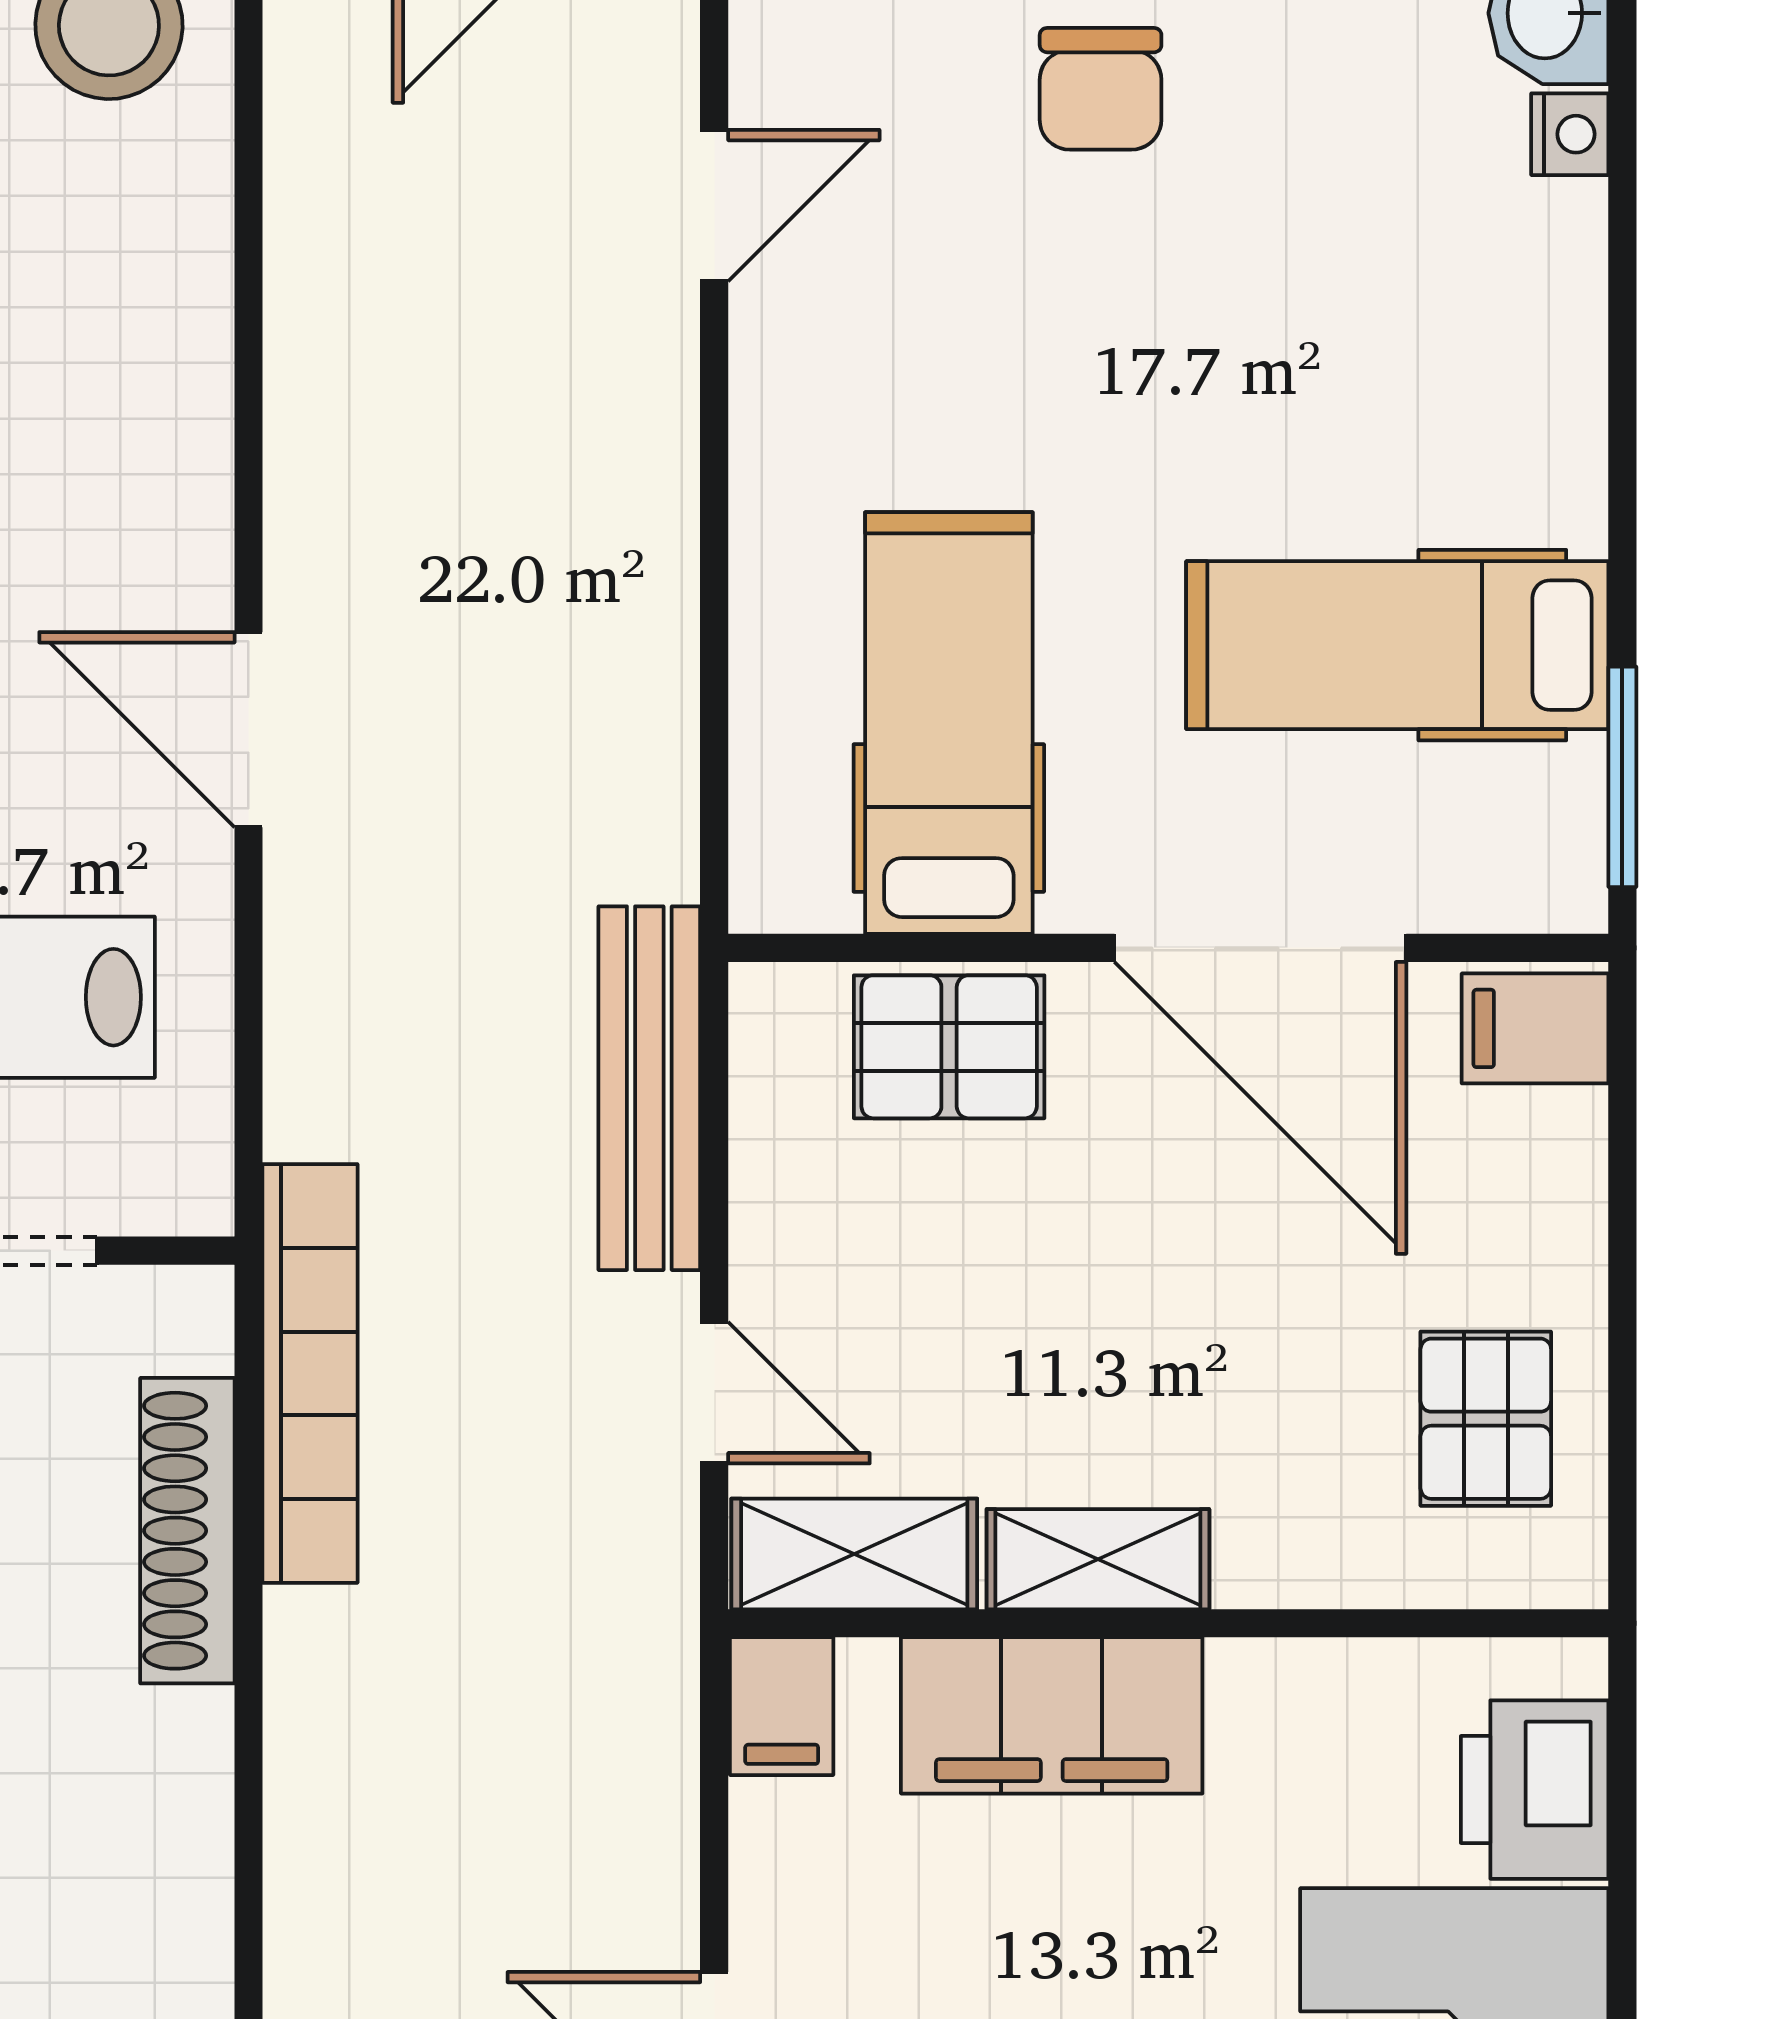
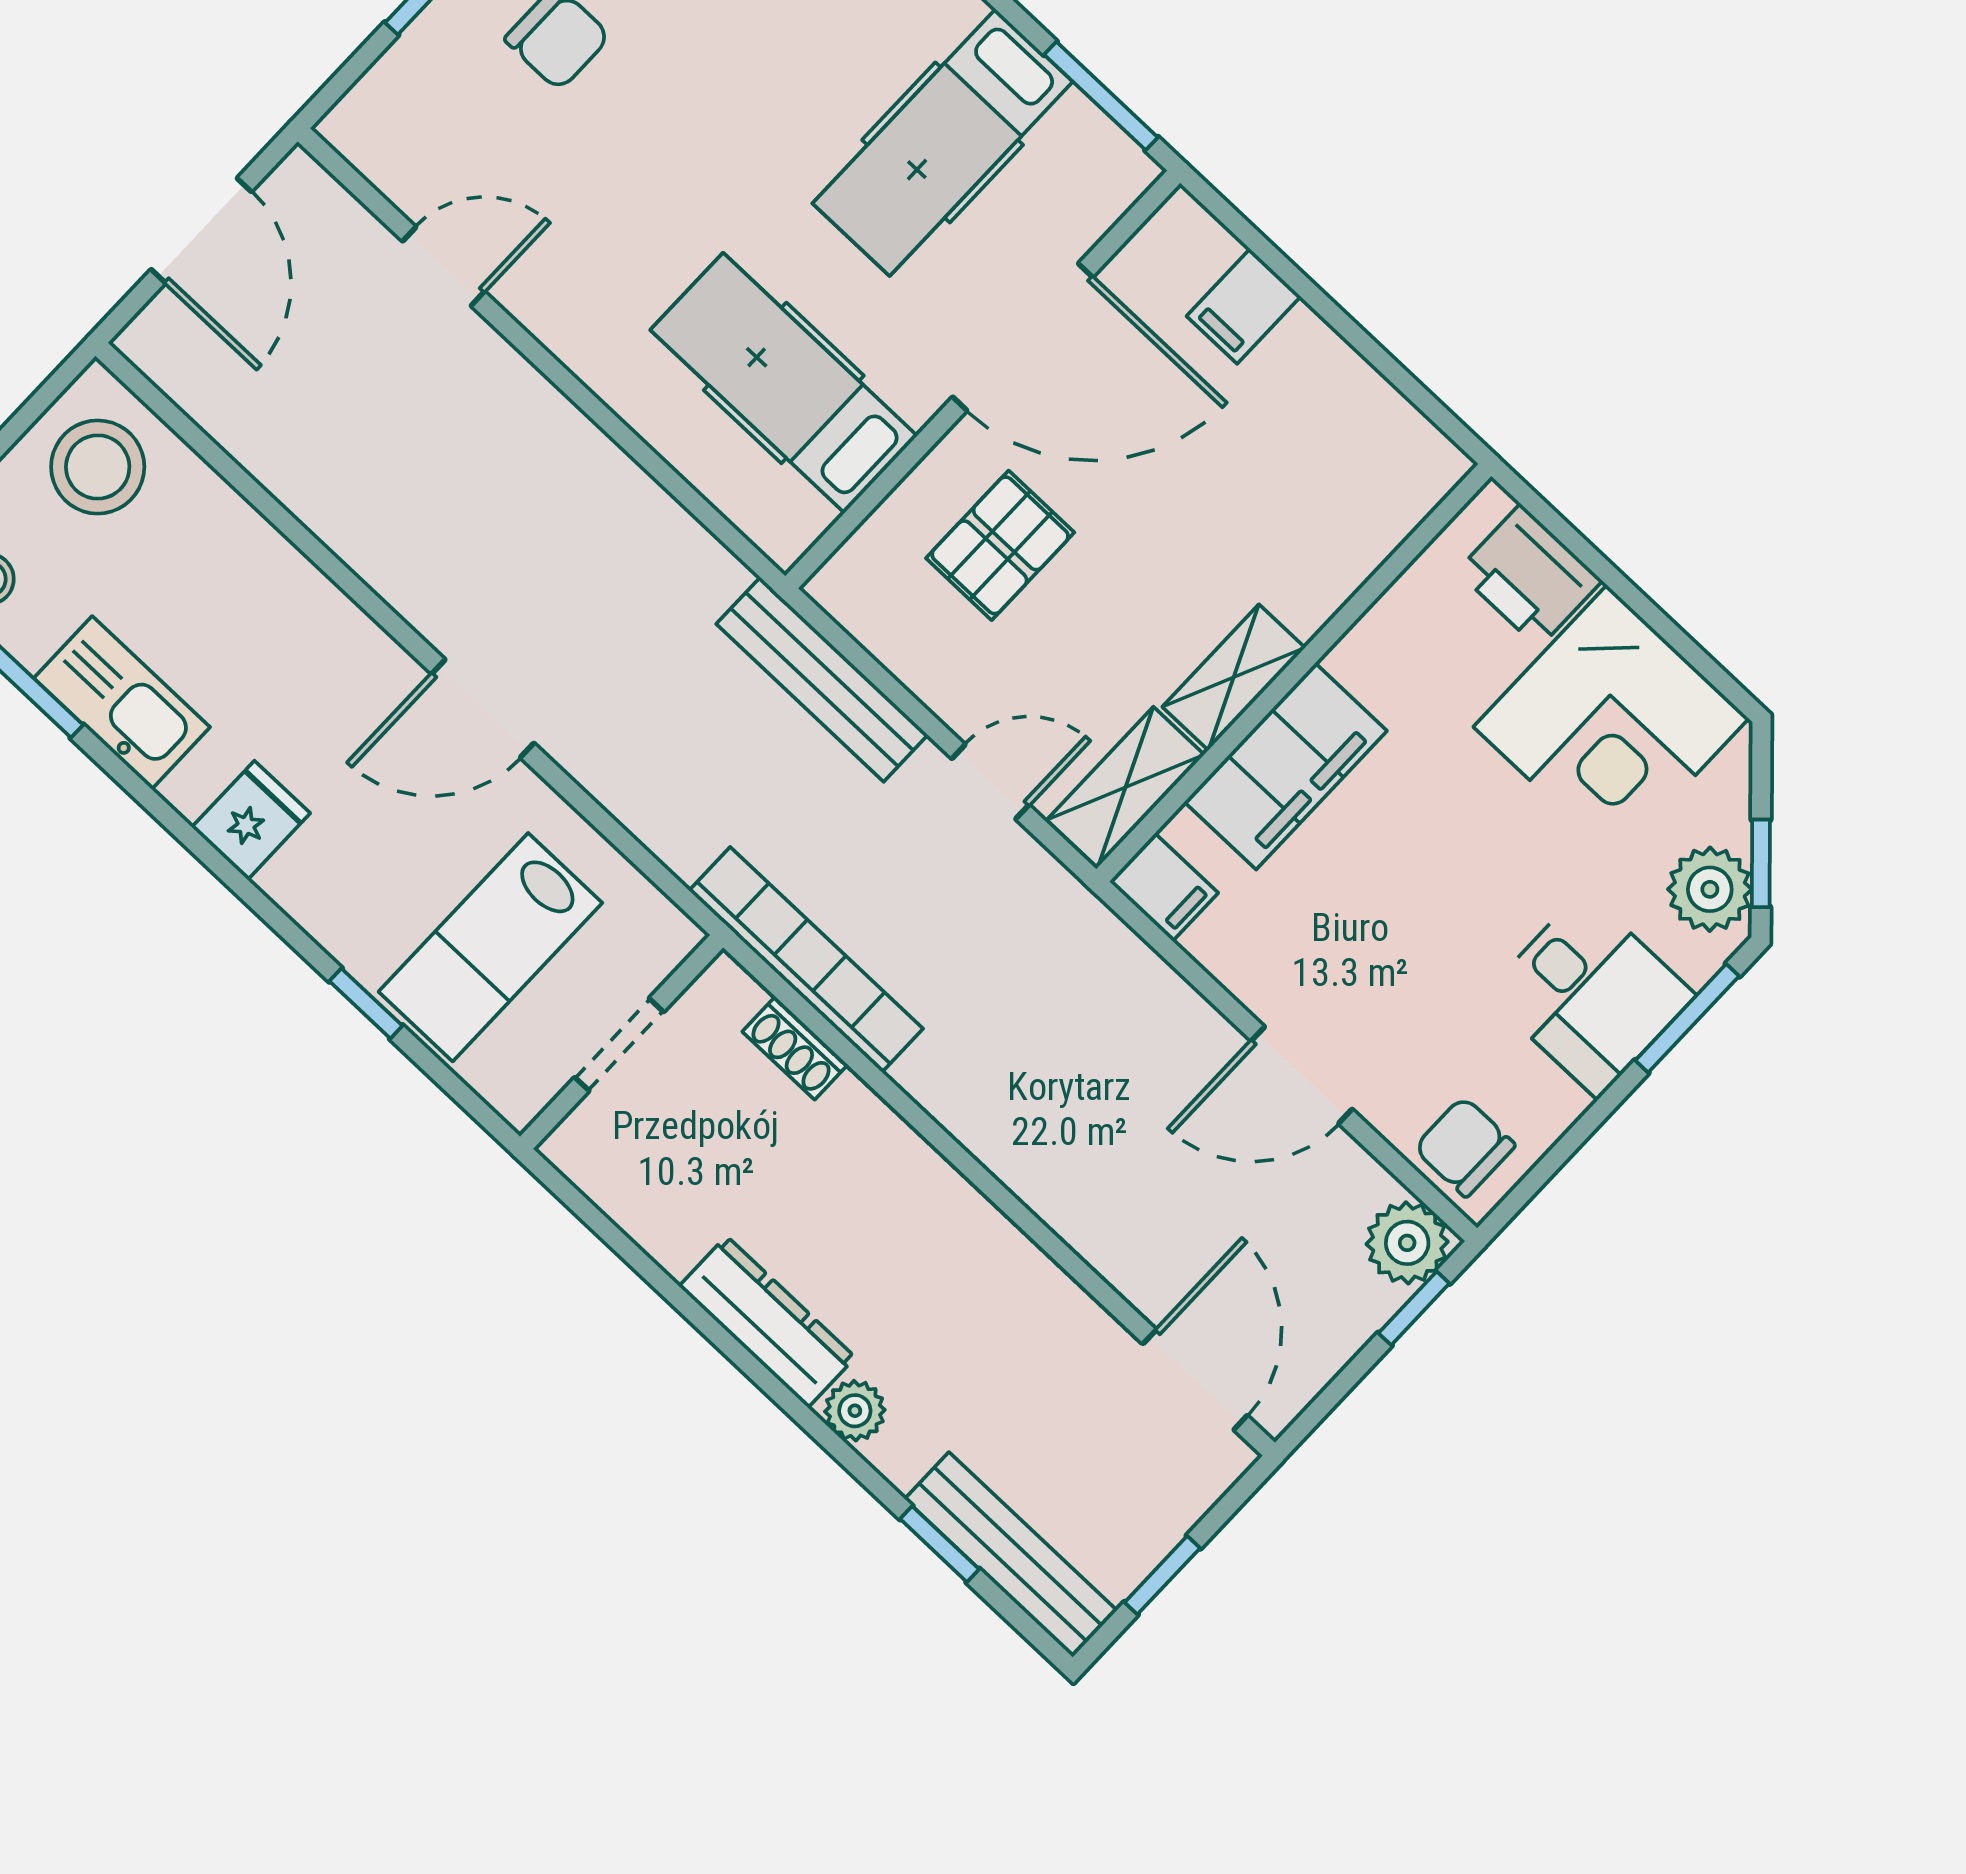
door: (714, 206) -> (443, 266), hinge flipped
filing cabinet: (1535, 1028) -> (1244, 306), moved
pallet: (949, 1047) -> (1000, 545), moved
pallet: (1486, 1419) -> (1337, 438), removed
shoe rack: (187, 1531) -> (795, 1048), width x0.51, depth x0.81

